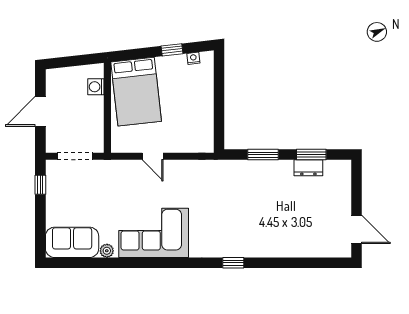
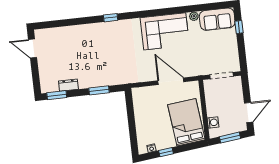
window: (73, 61) -> (230, 138), added
door: (40, 111) -> (249, 112), moved
window: (311, 155) -> (57, 95), moved
door: (153, 156) -> (171, 81), width x1.87
window: (40, 185) -> (239, 27), moved

